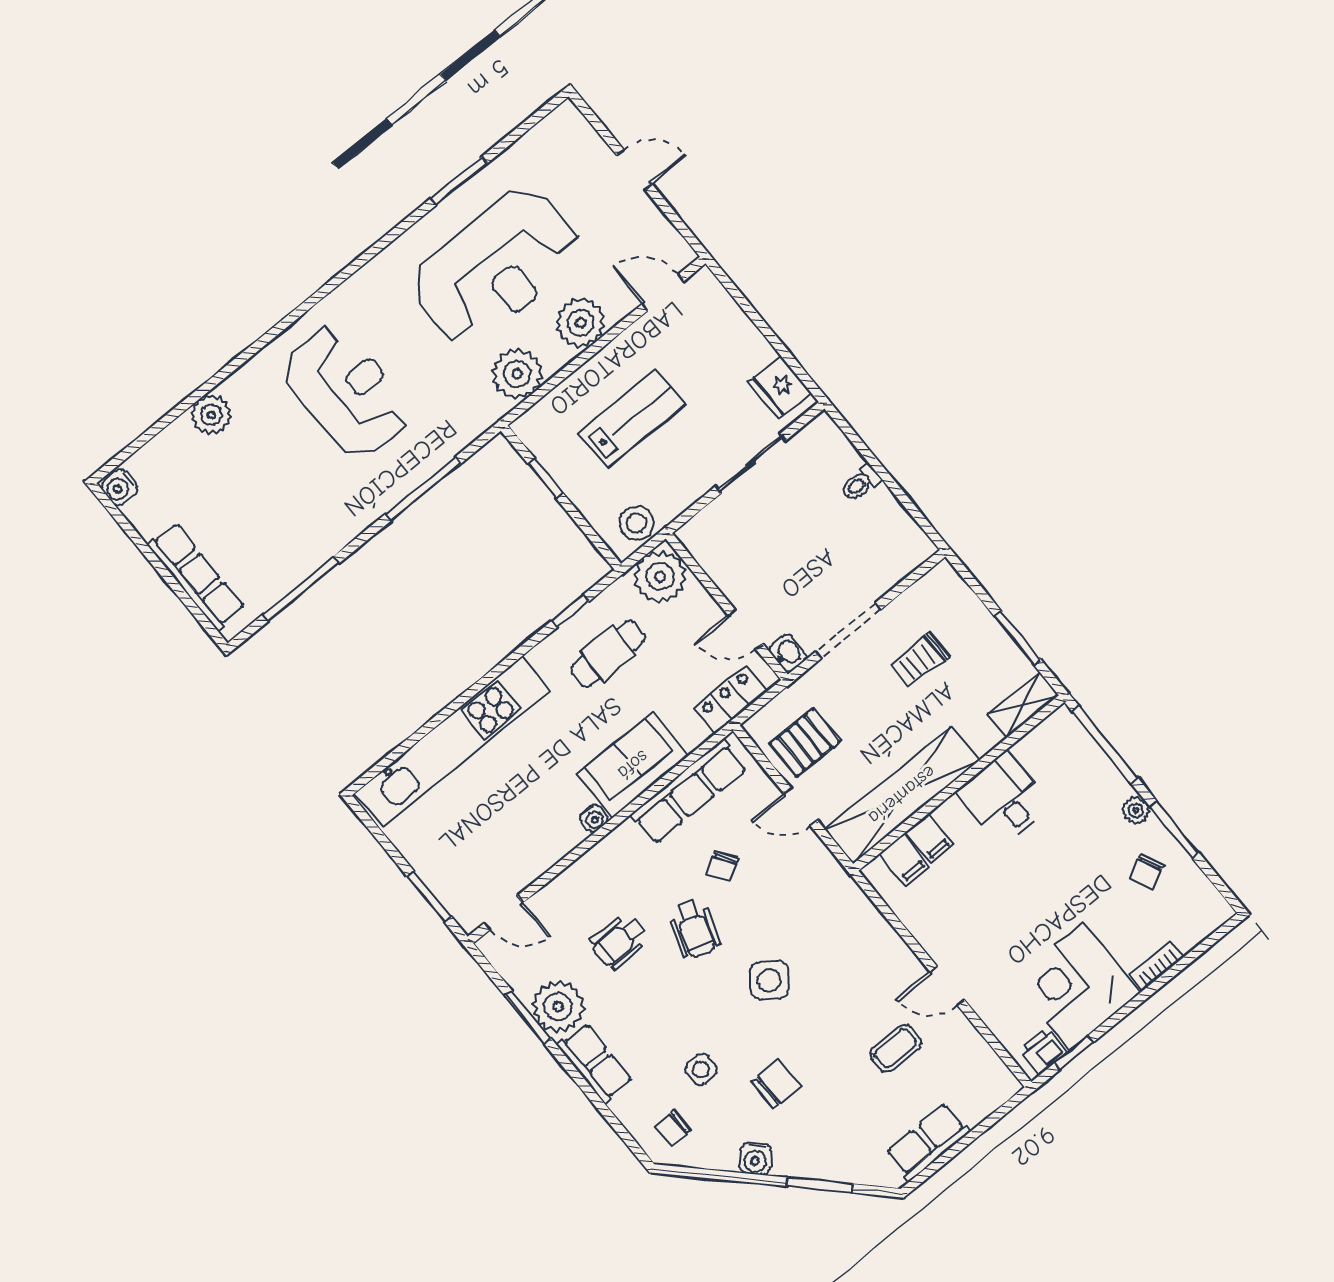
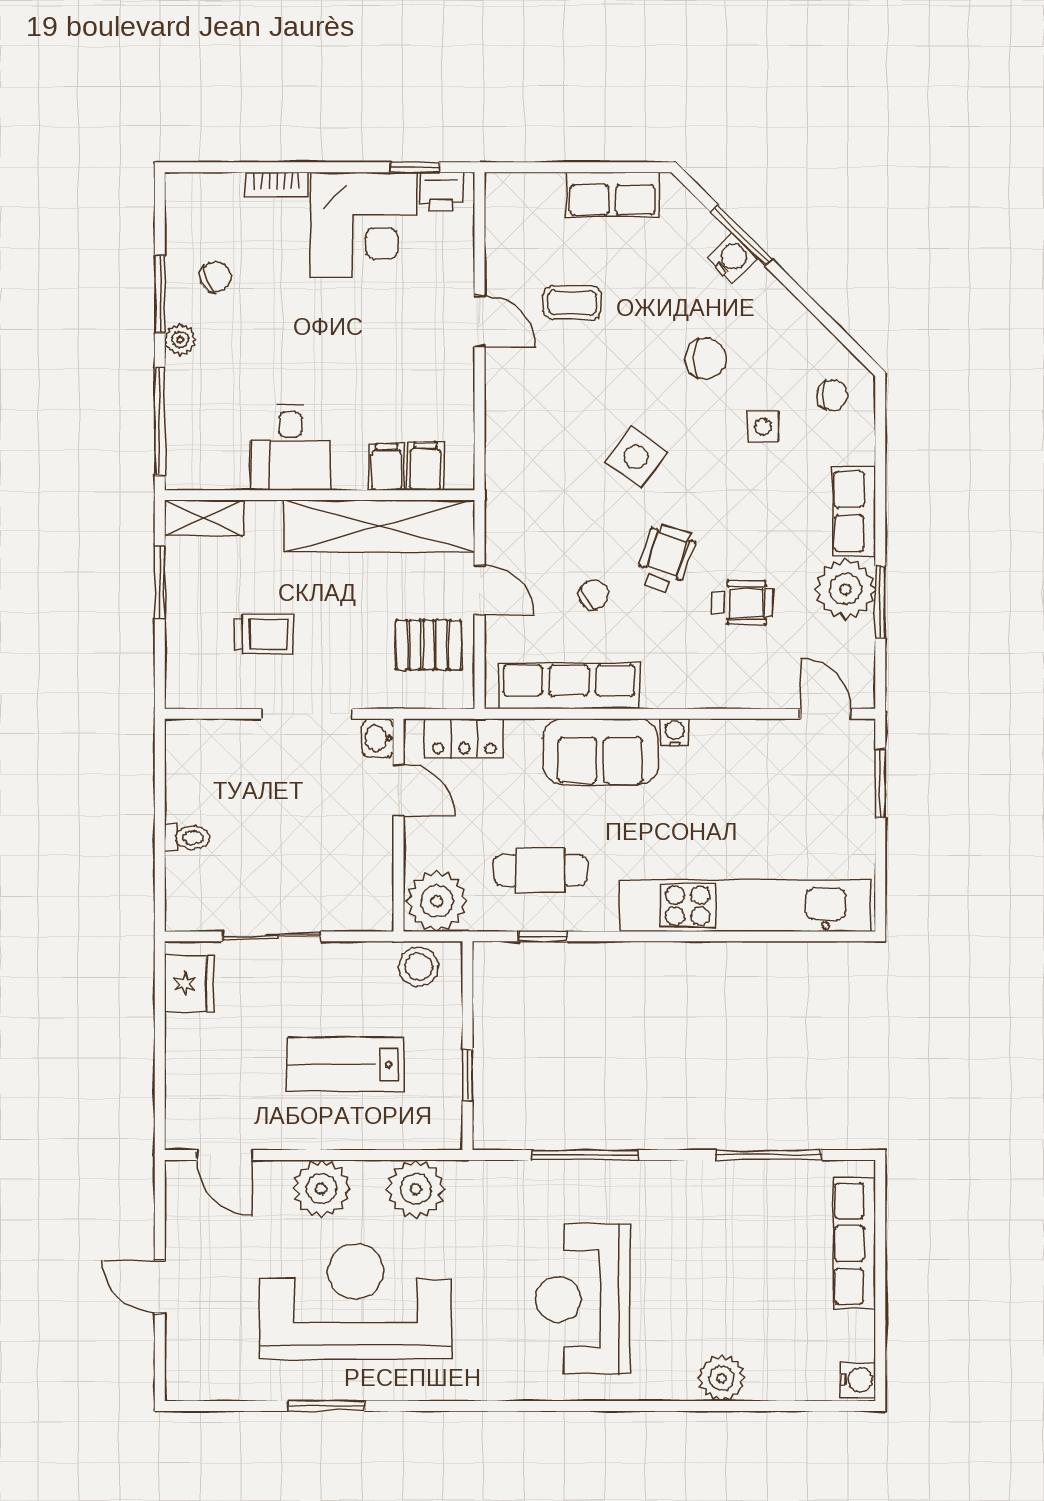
chair: (776, 1084) -> (706, 358), turned 180
water cooler: (755, 1159) -> (732, 259), moved

